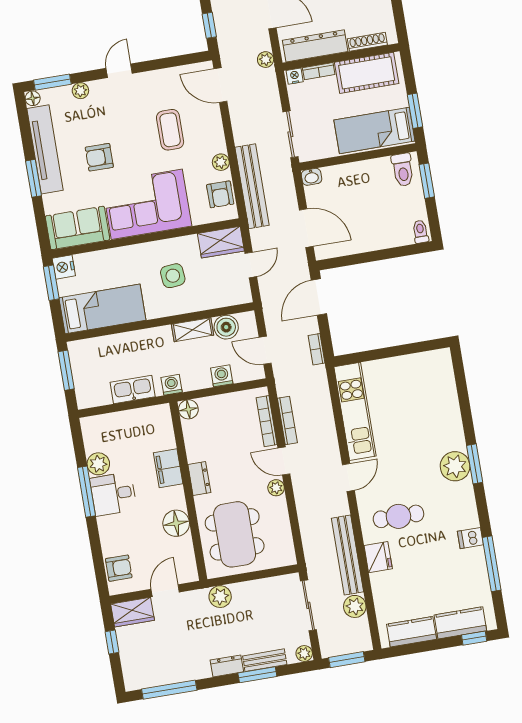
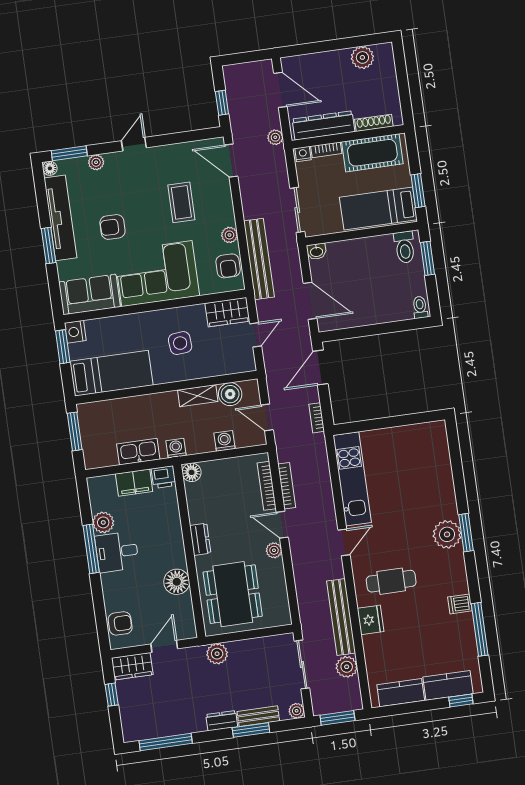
printer: (160, 415) -> (164, 477), added
filing cabinet: (168, 468) -> (134, 483), moved, turned -90

